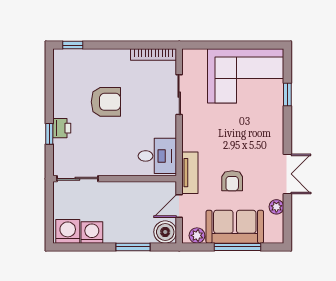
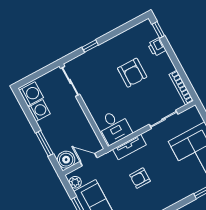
printer: (62, 128) -> (157, 47), moved, turned 90
tv unit: (190, 173) -> (129, 147), moved
armchair: (232, 181) -> (140, 178), moved

